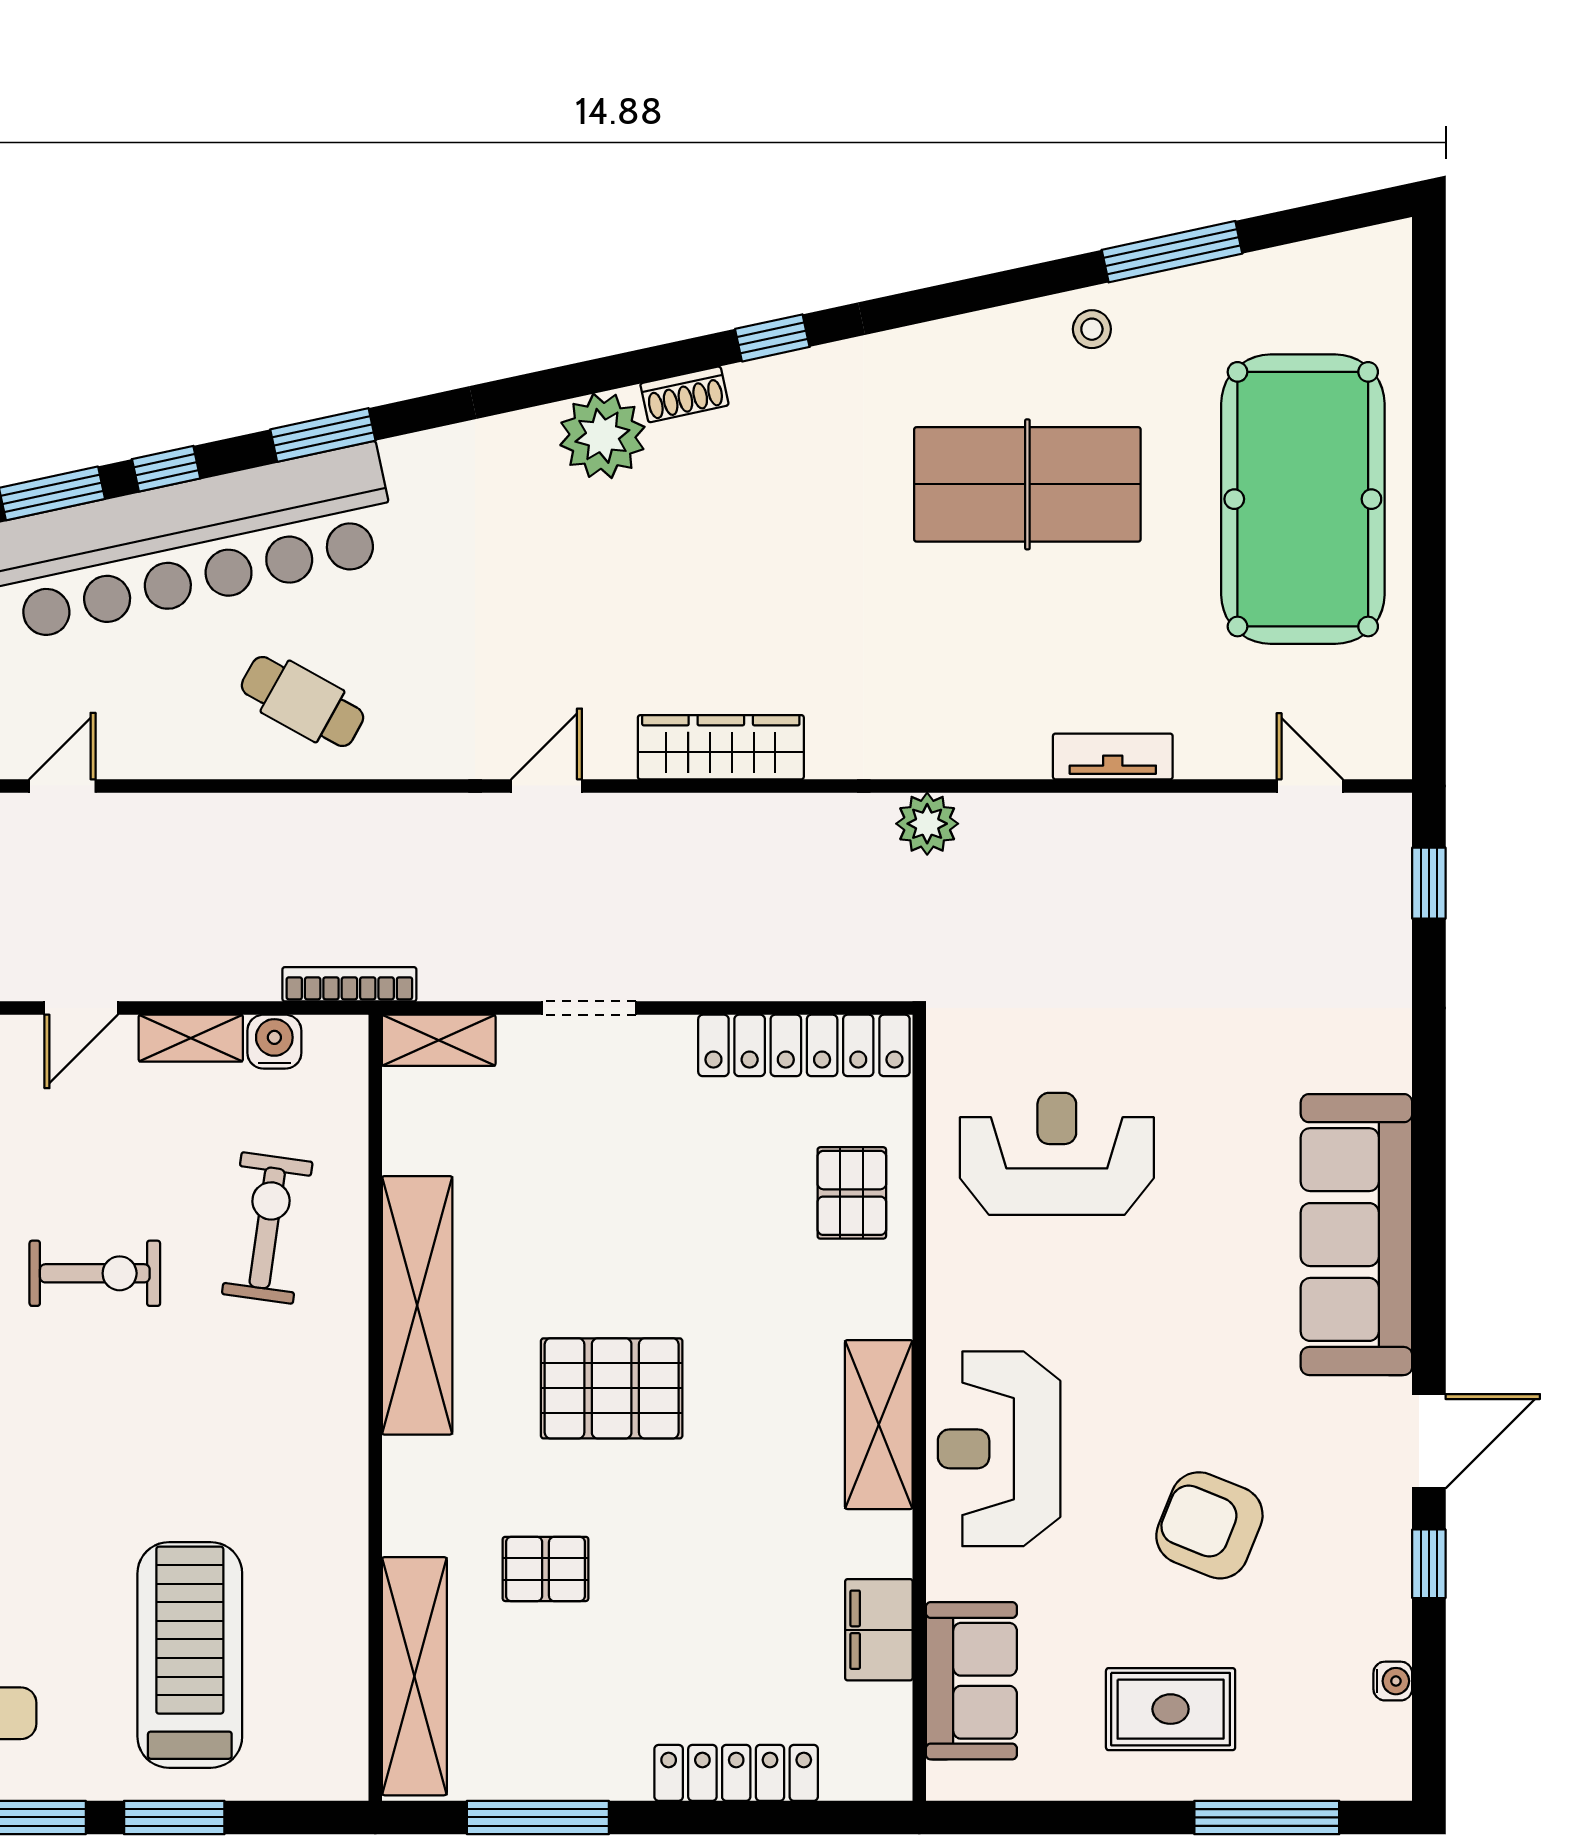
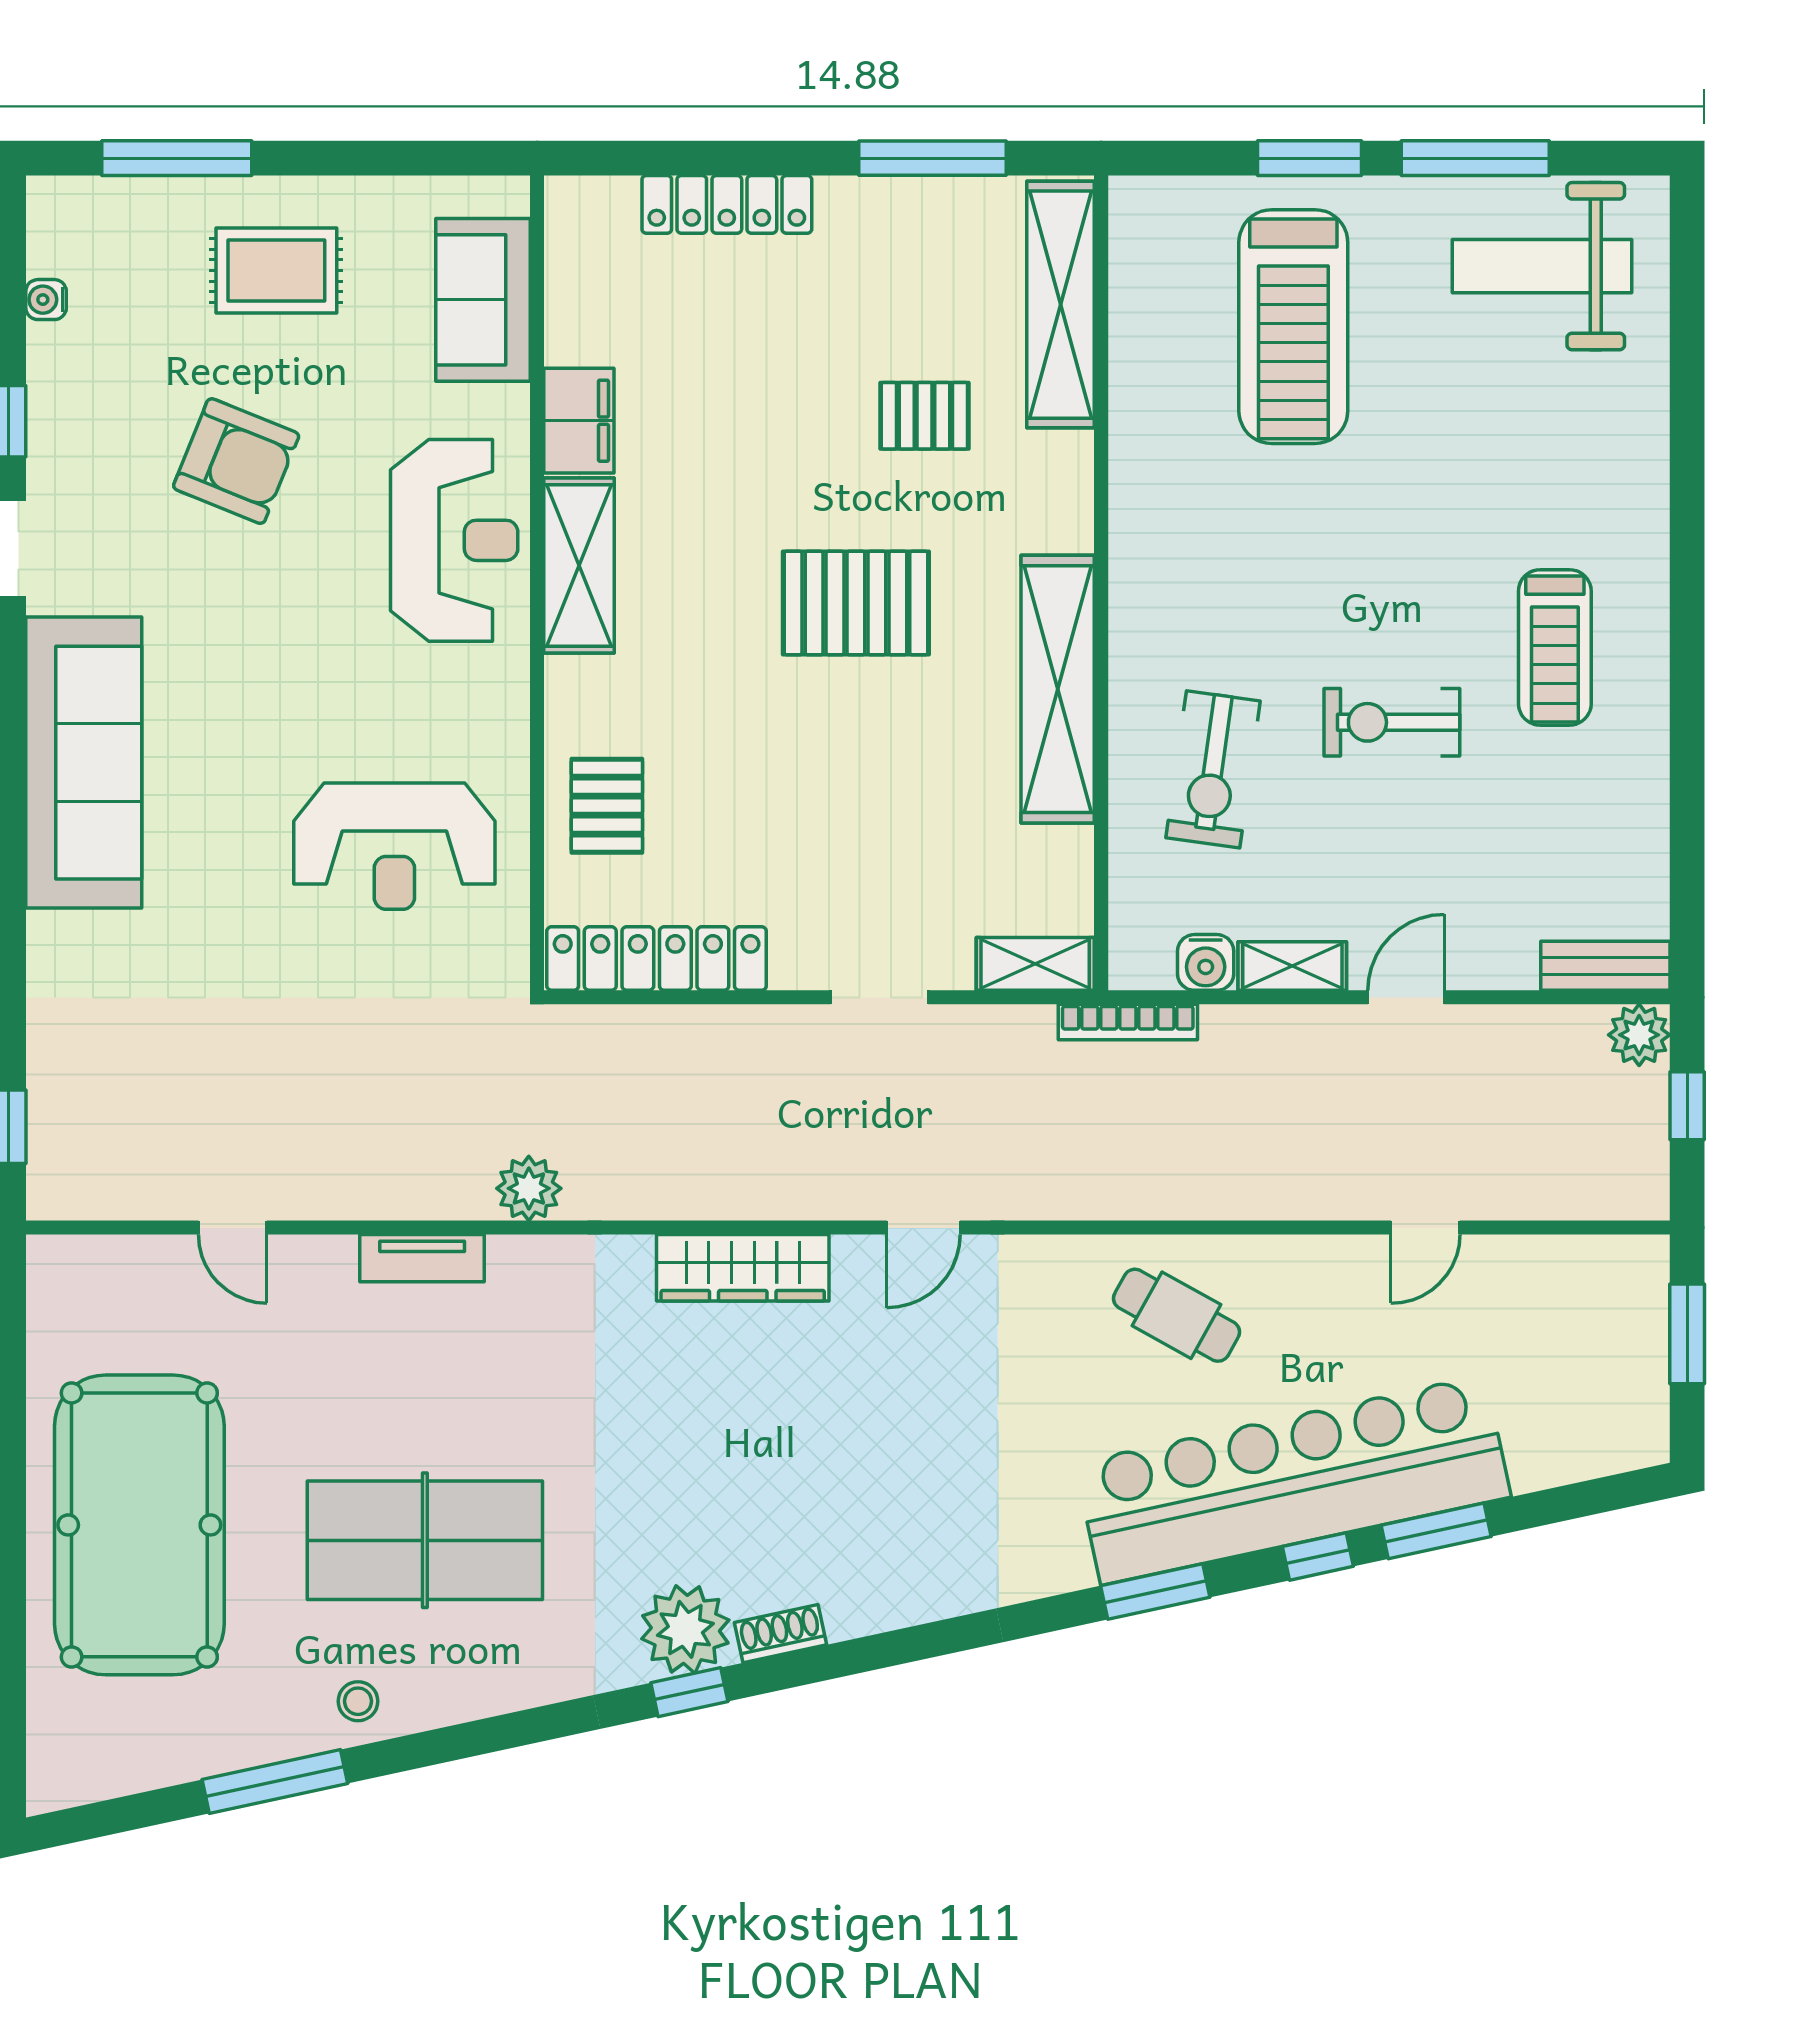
plant: (602, 436) -> (685, 1629), moved
tv unit: (1113, 756) -> (422, 1258), moved
door: (1310, 786) -> (233, 1228), moved
filing cabinet: (879, 1630) -> (579, 421), moved

